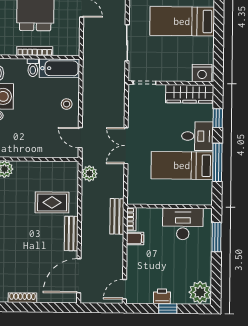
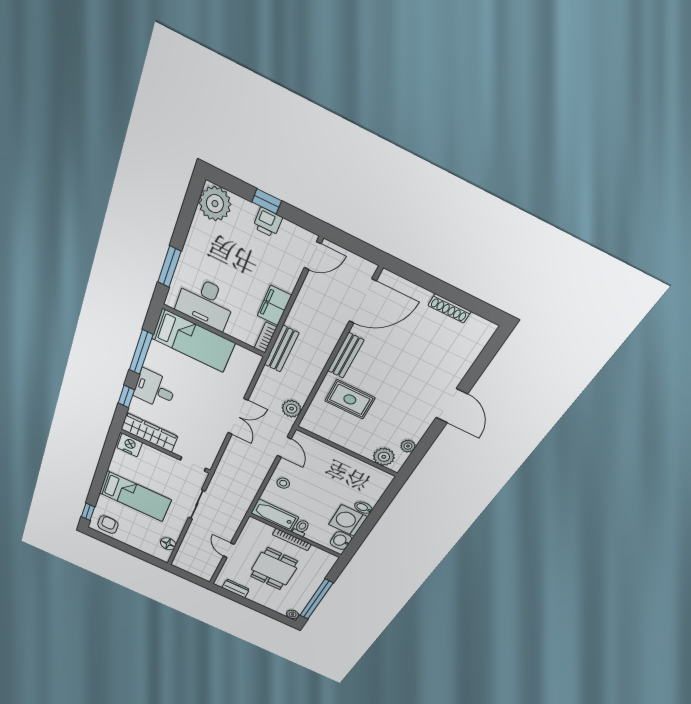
bed: (182, 165) -> (193, 341), moved
filing cabinet: (135, 238) -> (274, 306), width x2.00

